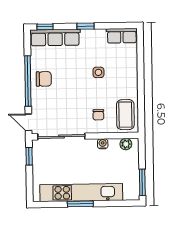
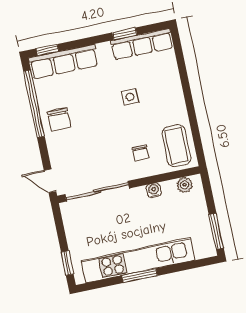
window: (86, 26) -> (125, 34), moved
row of seats: (122, 36) -> (142, 44), width x1.48
chair: (44, 79) -> (59, 119), turned 90
window: (28, 81) -> (34, 104), moved
window: (29, 156) -> (67, 263), moved

